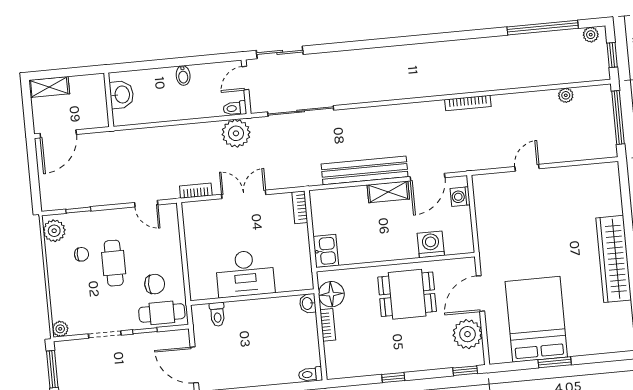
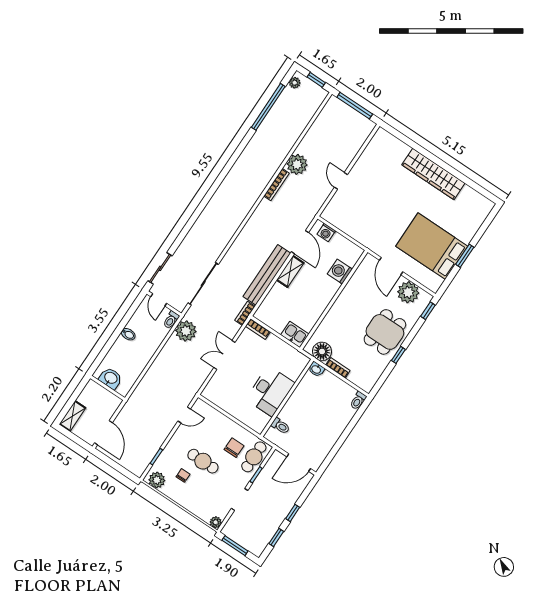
plant: (566, 95) -> (297, 164), moved, width x1.88, depth x1.88
bookcase: (196, 191) -> (245, 313), moved
dining table: (407, 294) -> (385, 332), moved

